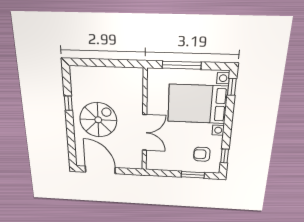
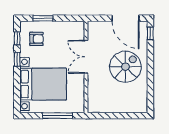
window: (232, 87) -> (17, 59), moved
window: (68, 103) -> (150, 33), moved
spiral stairs: (98, 120) -> (125, 67), turned 180

